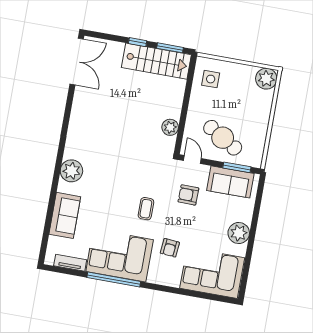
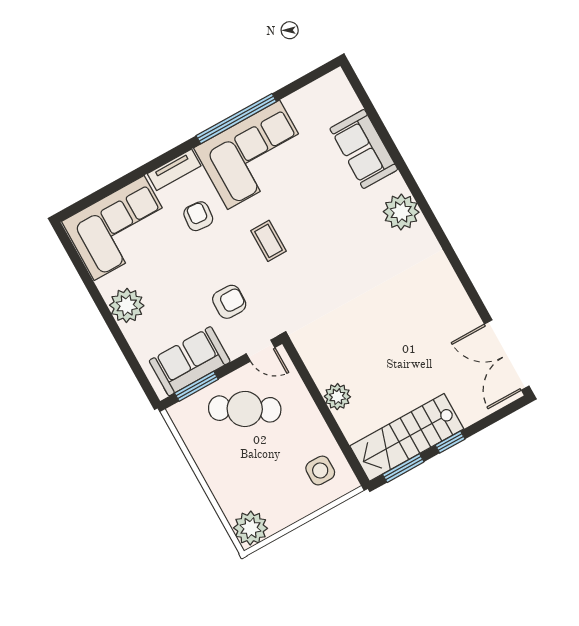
plant: (170, 127) -> (337, 397), moved
tv unit: (70, 263) -> (174, 170), moved

